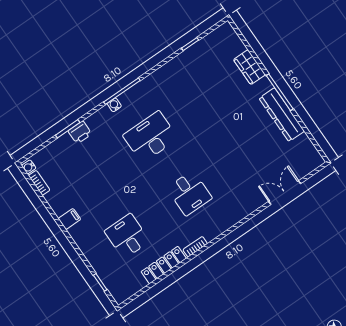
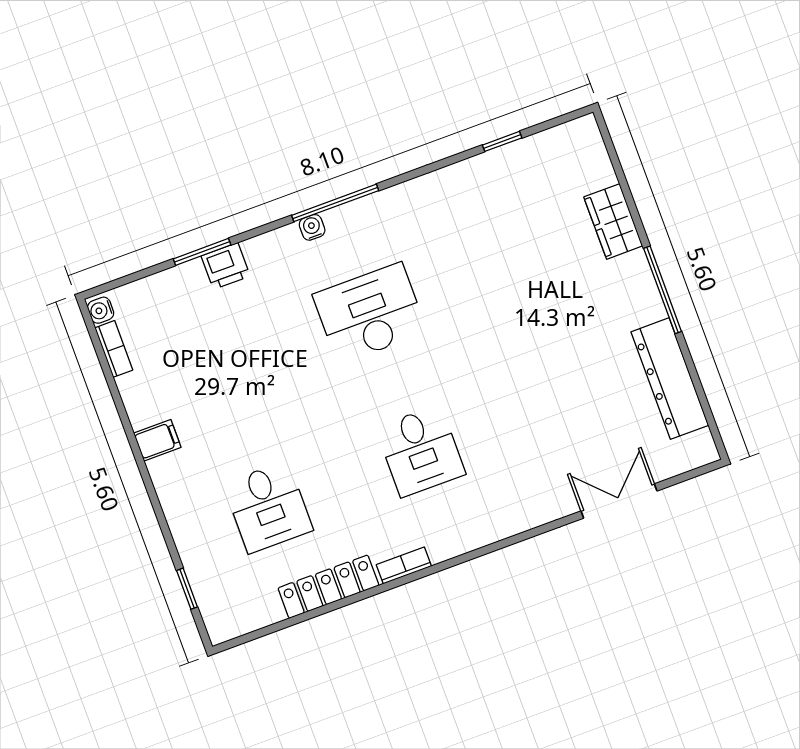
dresser: (282, 115) -> (670, 379), moved
desk: (127, 236) -> (268, 507), turned 180

